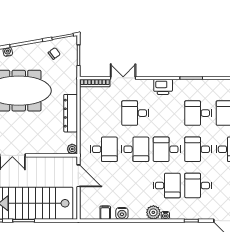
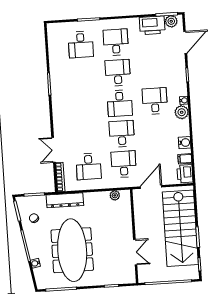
printer: (163, 87) -> (185, 174), moved, turned 180
dresser: (71, 113) -> (65, 200), moved
desk: (135, 113) -> (89, 166), moved
desk: (198, 113) -> (83, 75), removed
plant: (72, 149) -> (115, 195), moved
desk: (198, 149) -> (118, 73), turned 180
desk: (198, 185) -> (153, 70), removed

